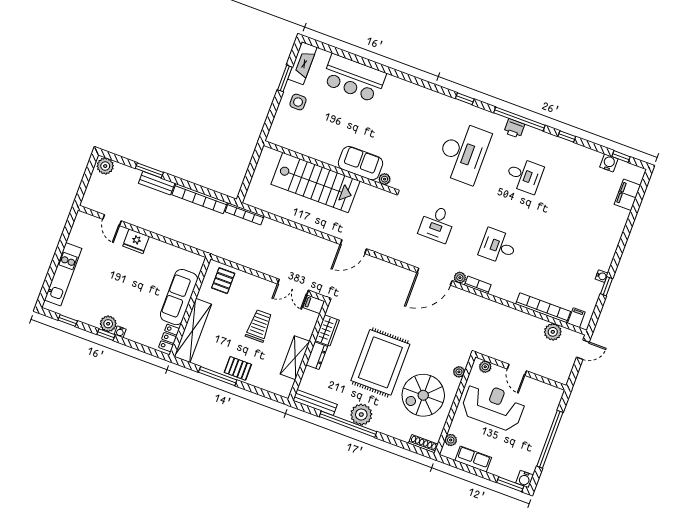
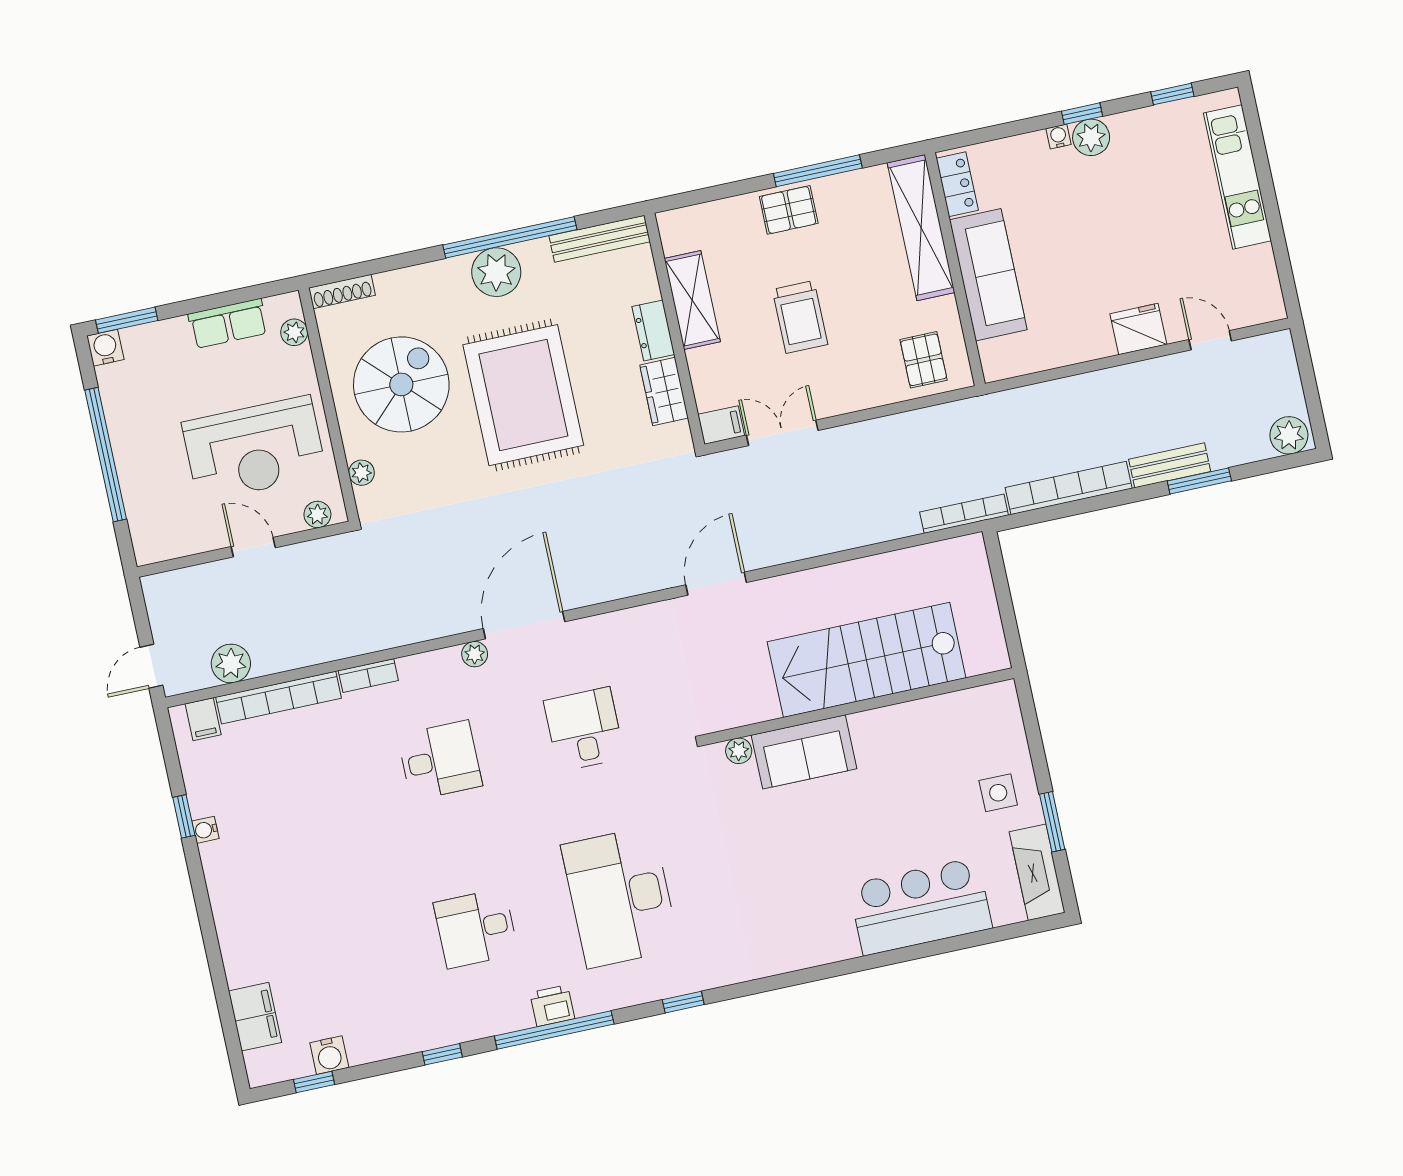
bookcase: (478, 285) -> (368, 676), moved

